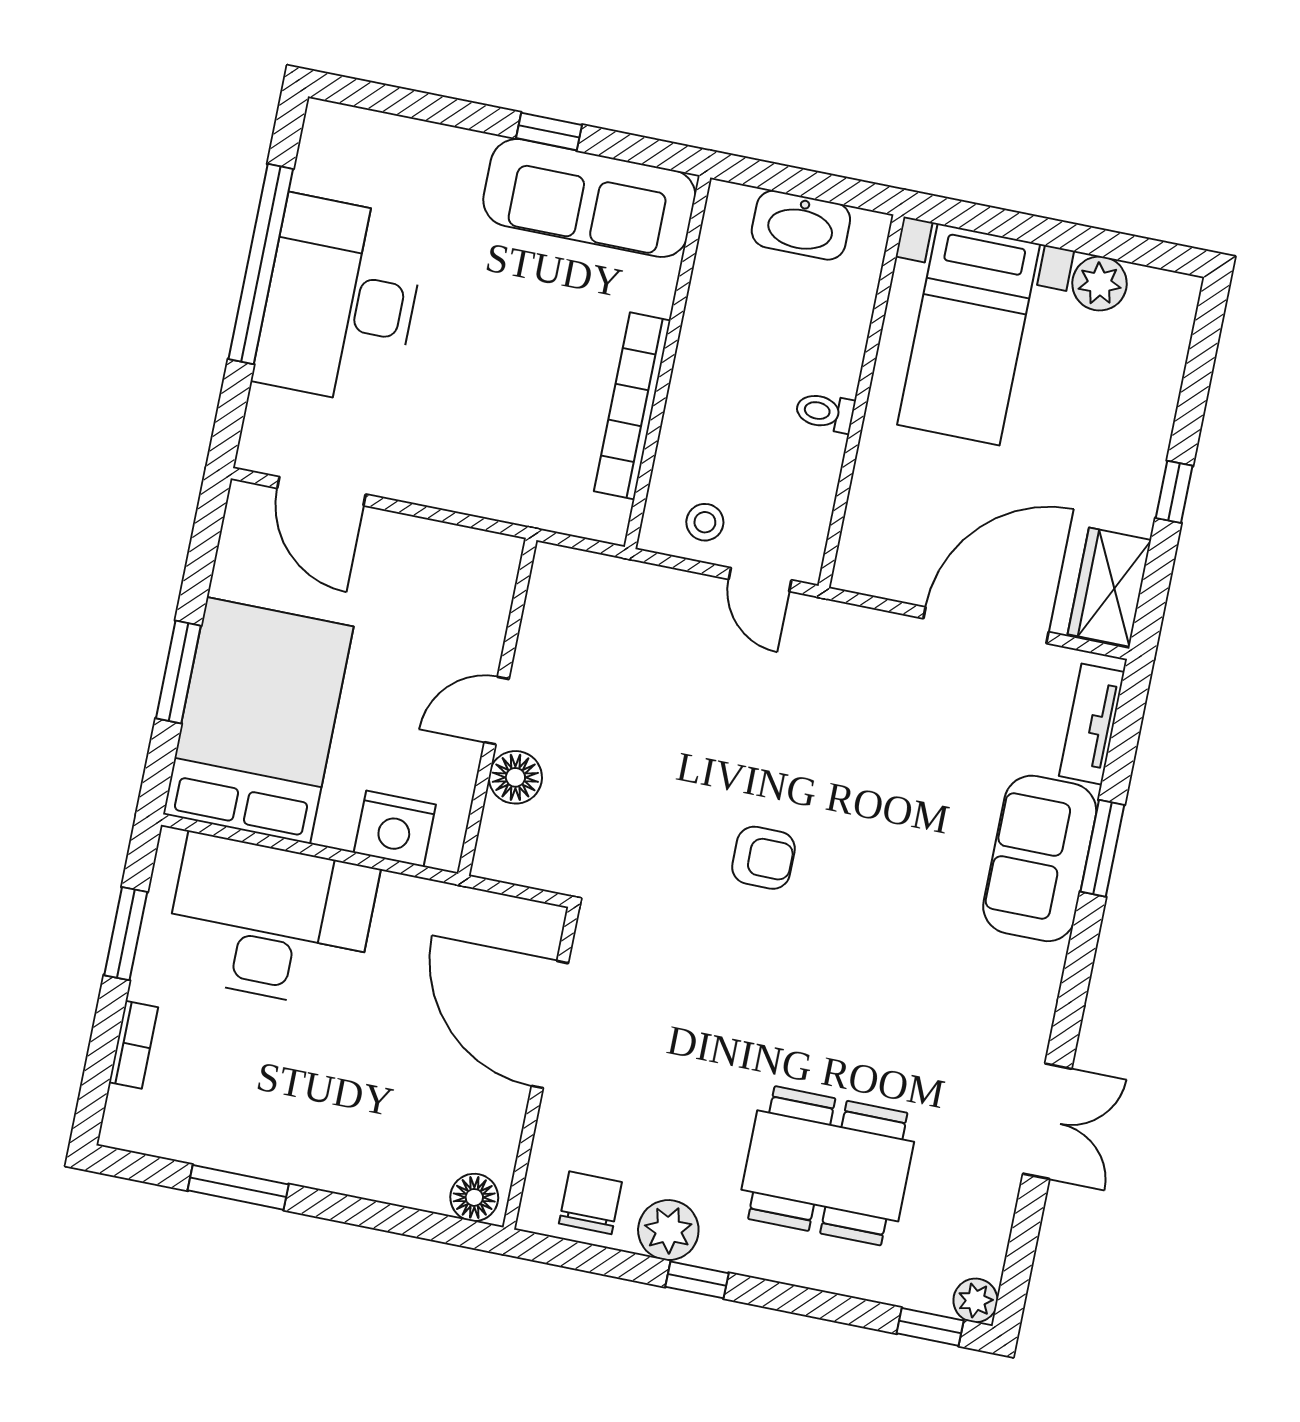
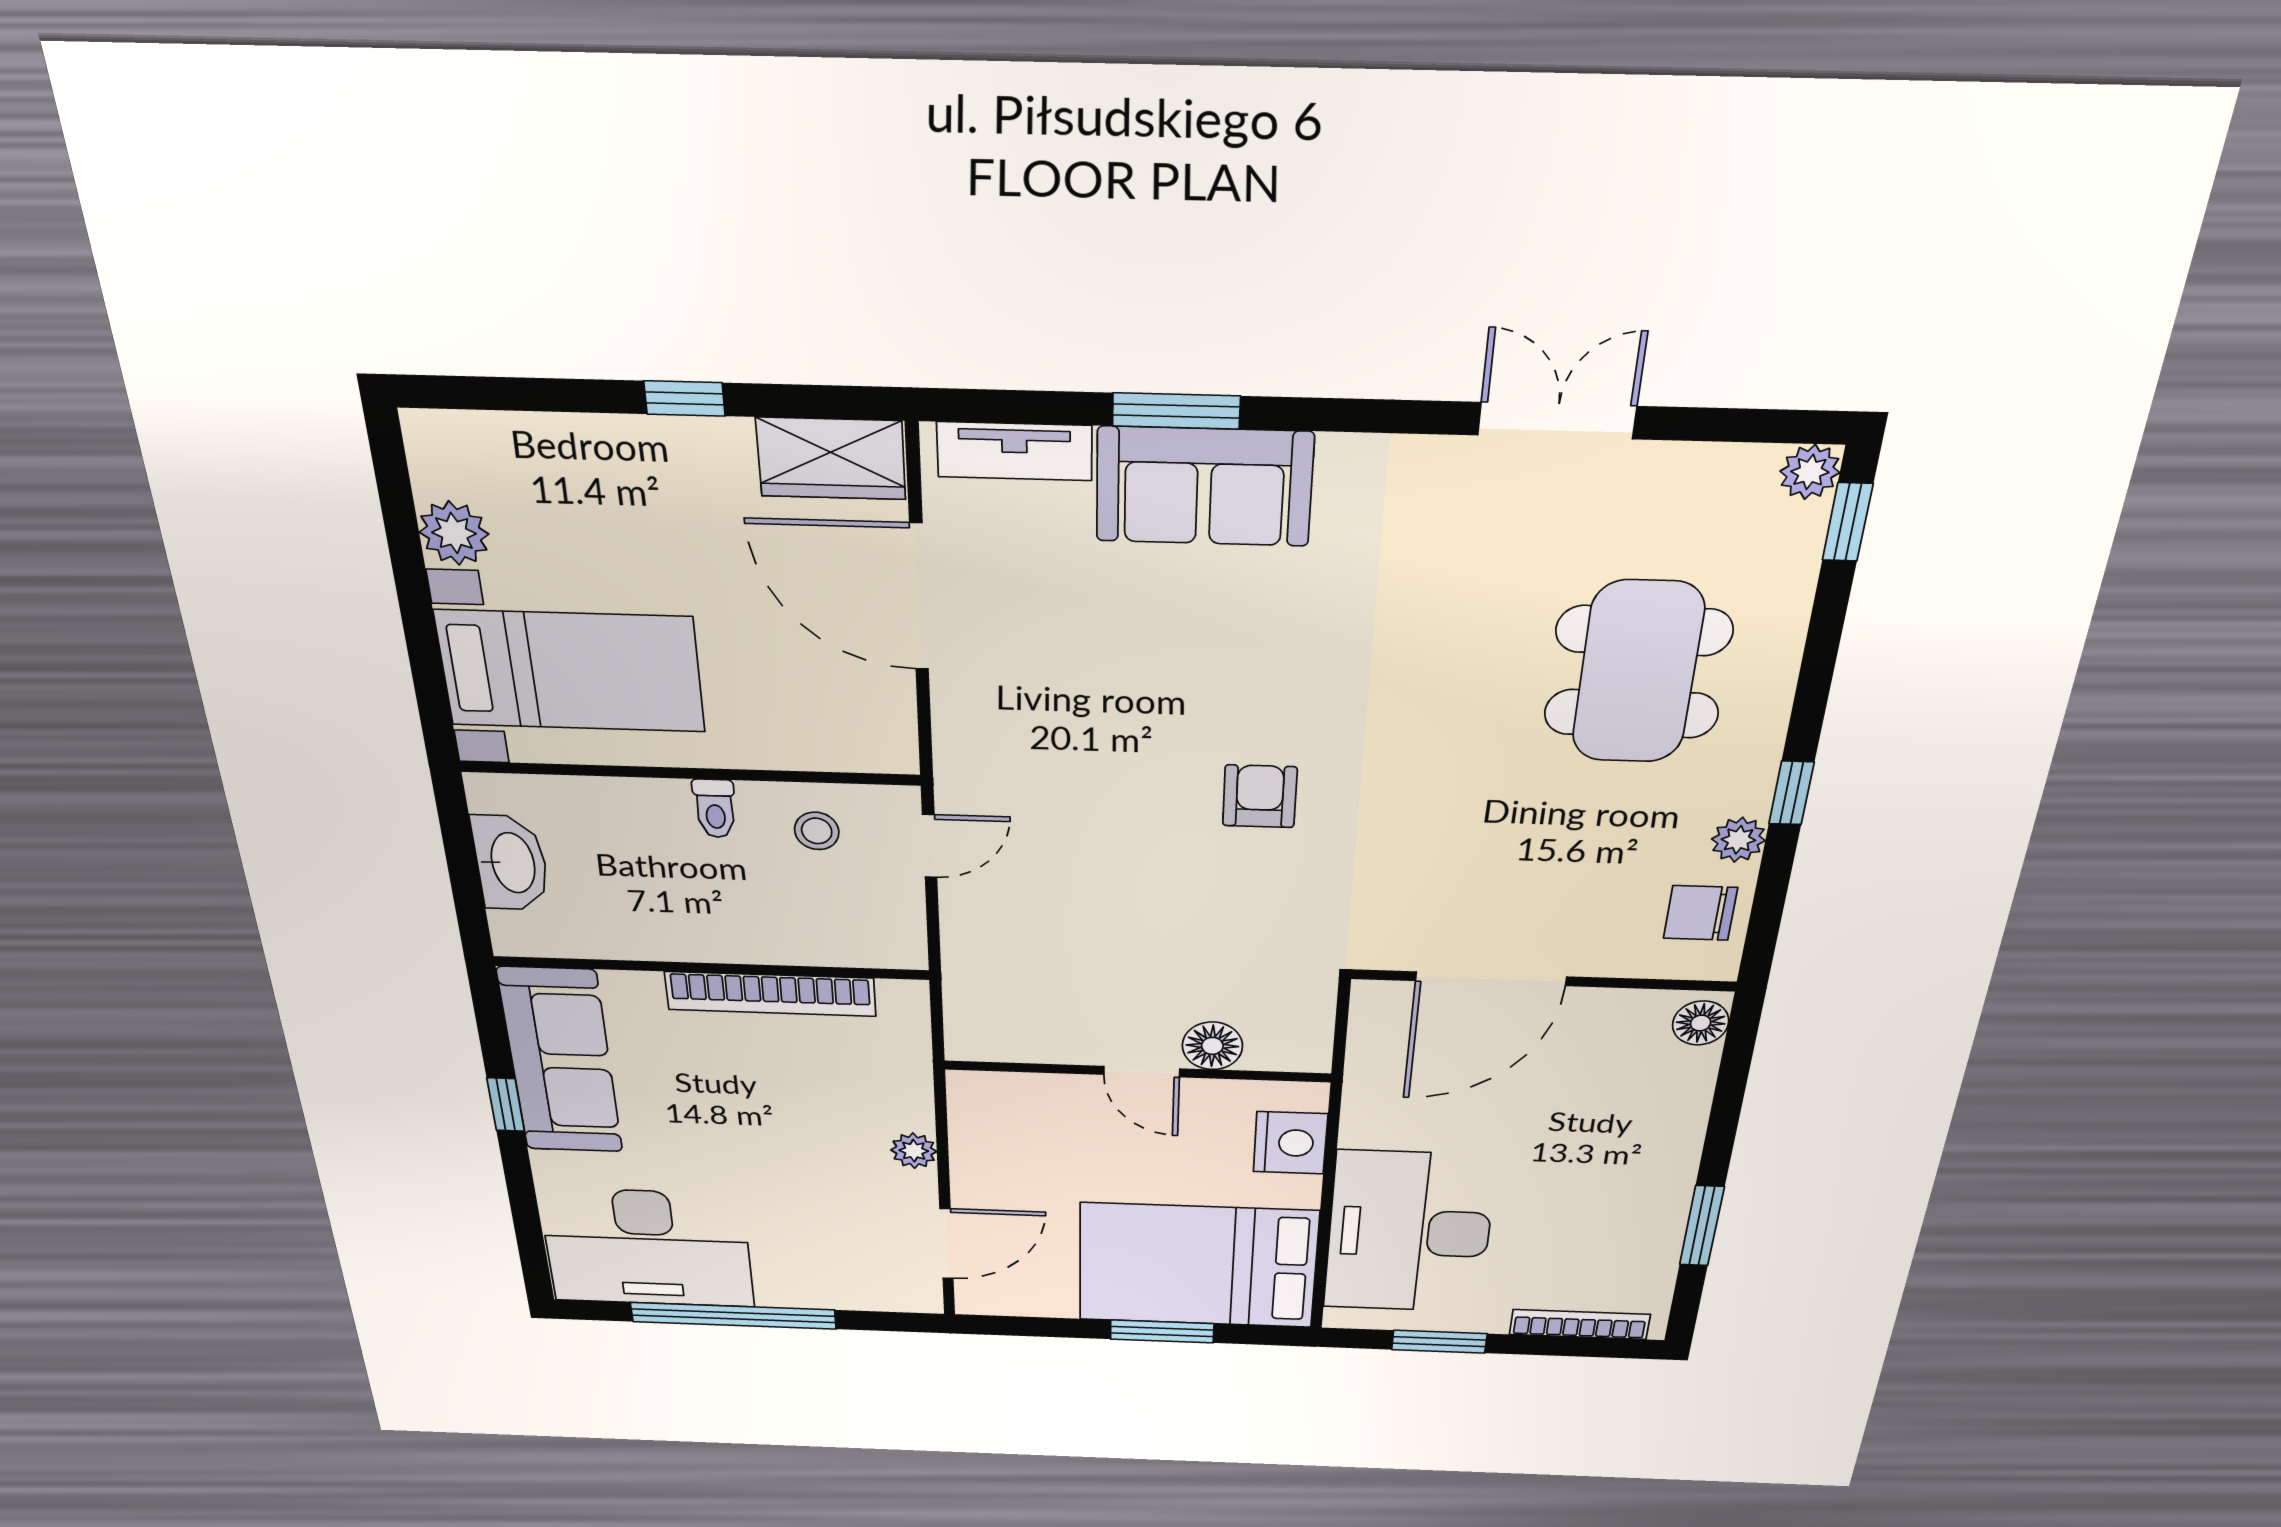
desk: (340, 301) -> (647, 1248), moved
plant: (438, 488) -> (914, 1151), added
stool: (705, 522) -> (817, 831), moved
bookcase: (133, 1045) -> (1580, 1324), width x1.56
plant: (668, 1230) -> (1738, 840), width x0.73, depth x0.73

